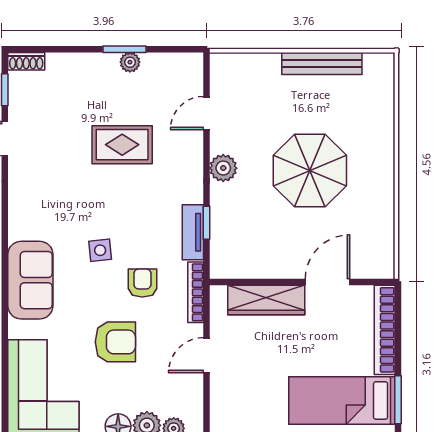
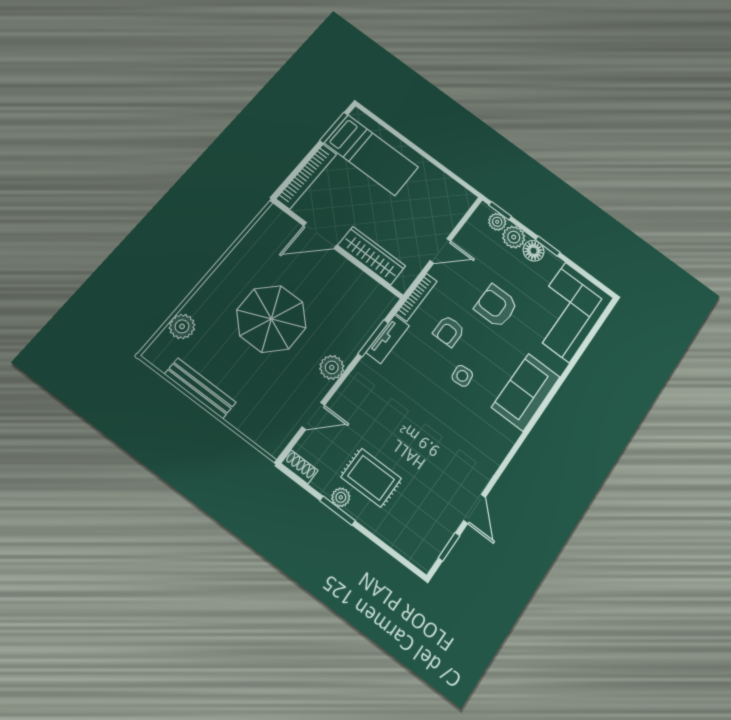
shoe rack: (26, 61) -> (299, 467), moved
plant: (381, 104) -> (182, 326), added
rug: (122, 145) -> (371, 478), moved
window: (207, 223) -> (373, 338), width x1.50

